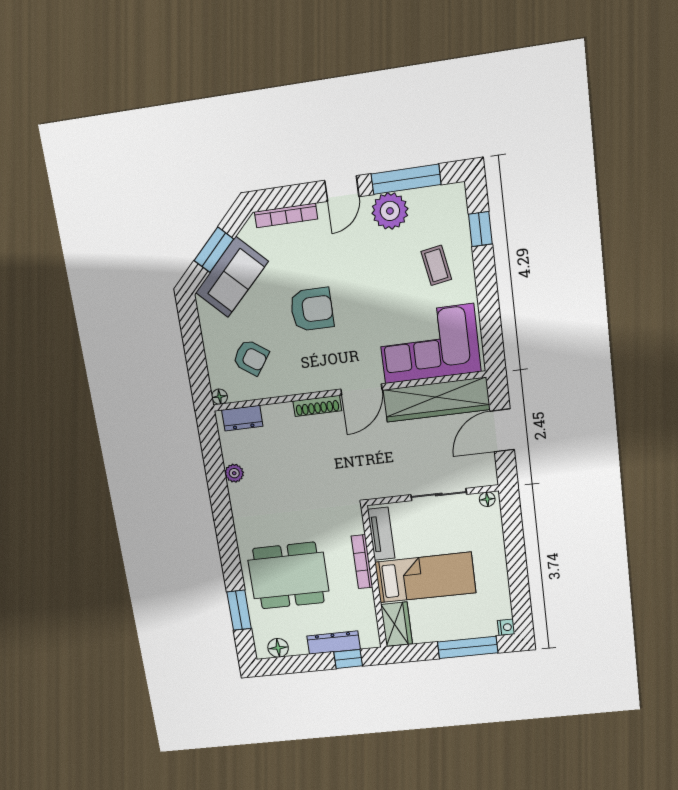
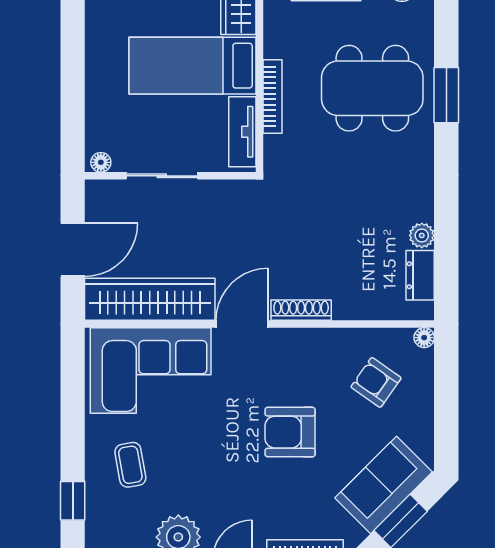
dresser: (242, 418) -> (420, 275), moved, turned -90
window: (239, 610) -> (446, 95), moved

